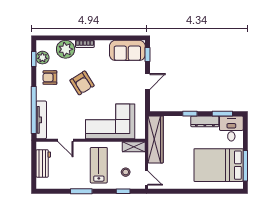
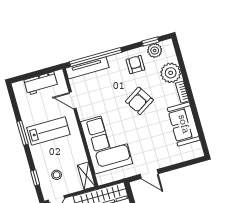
sofa: (127, 50) -> (184, 124), moved
window: (147, 54) -> (190, 163), removed
door: (147, 81) -> (149, 174), moved
door: (65, 140) -> (73, 100), hinge flipped
lab bench: (99, 165) -> (48, 131), moved

